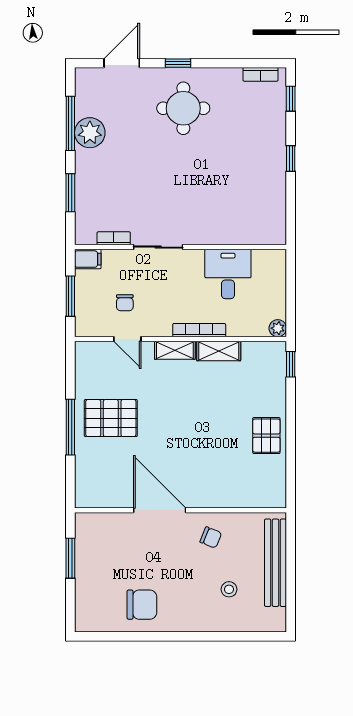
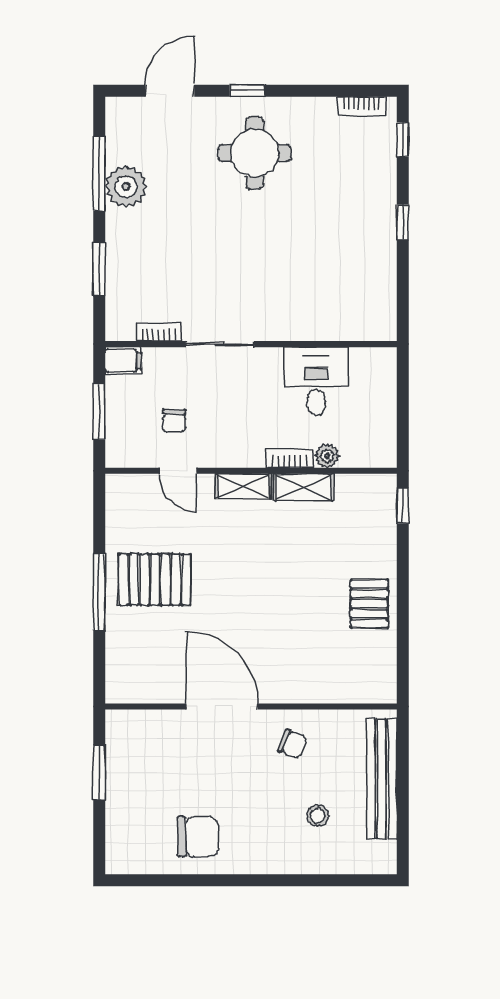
plant: (278, 328) -> (327, 456), moved
bookcase: (199, 330) -> (290, 459), width x0.64

